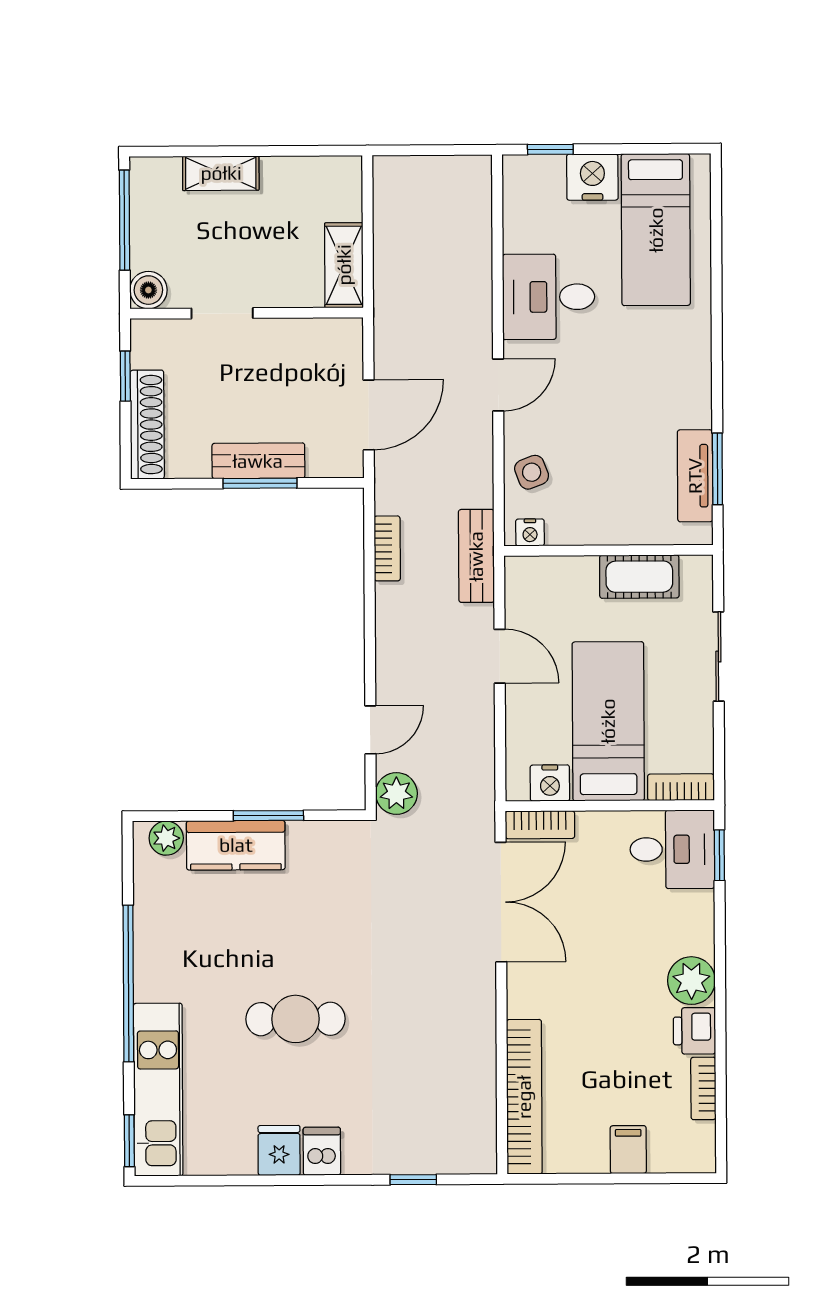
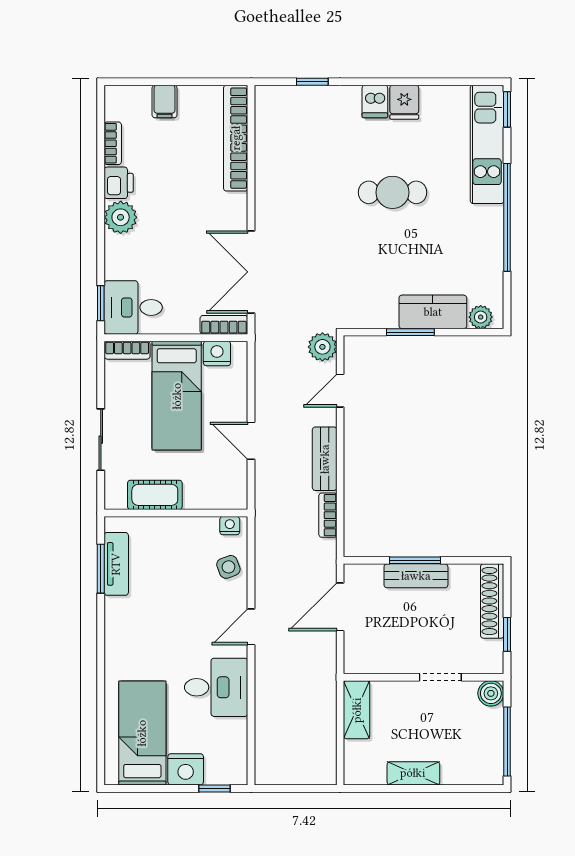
shelving: (221, 173) -> (413, 773), moved
bench: (476, 556) -> (325, 459), moved

